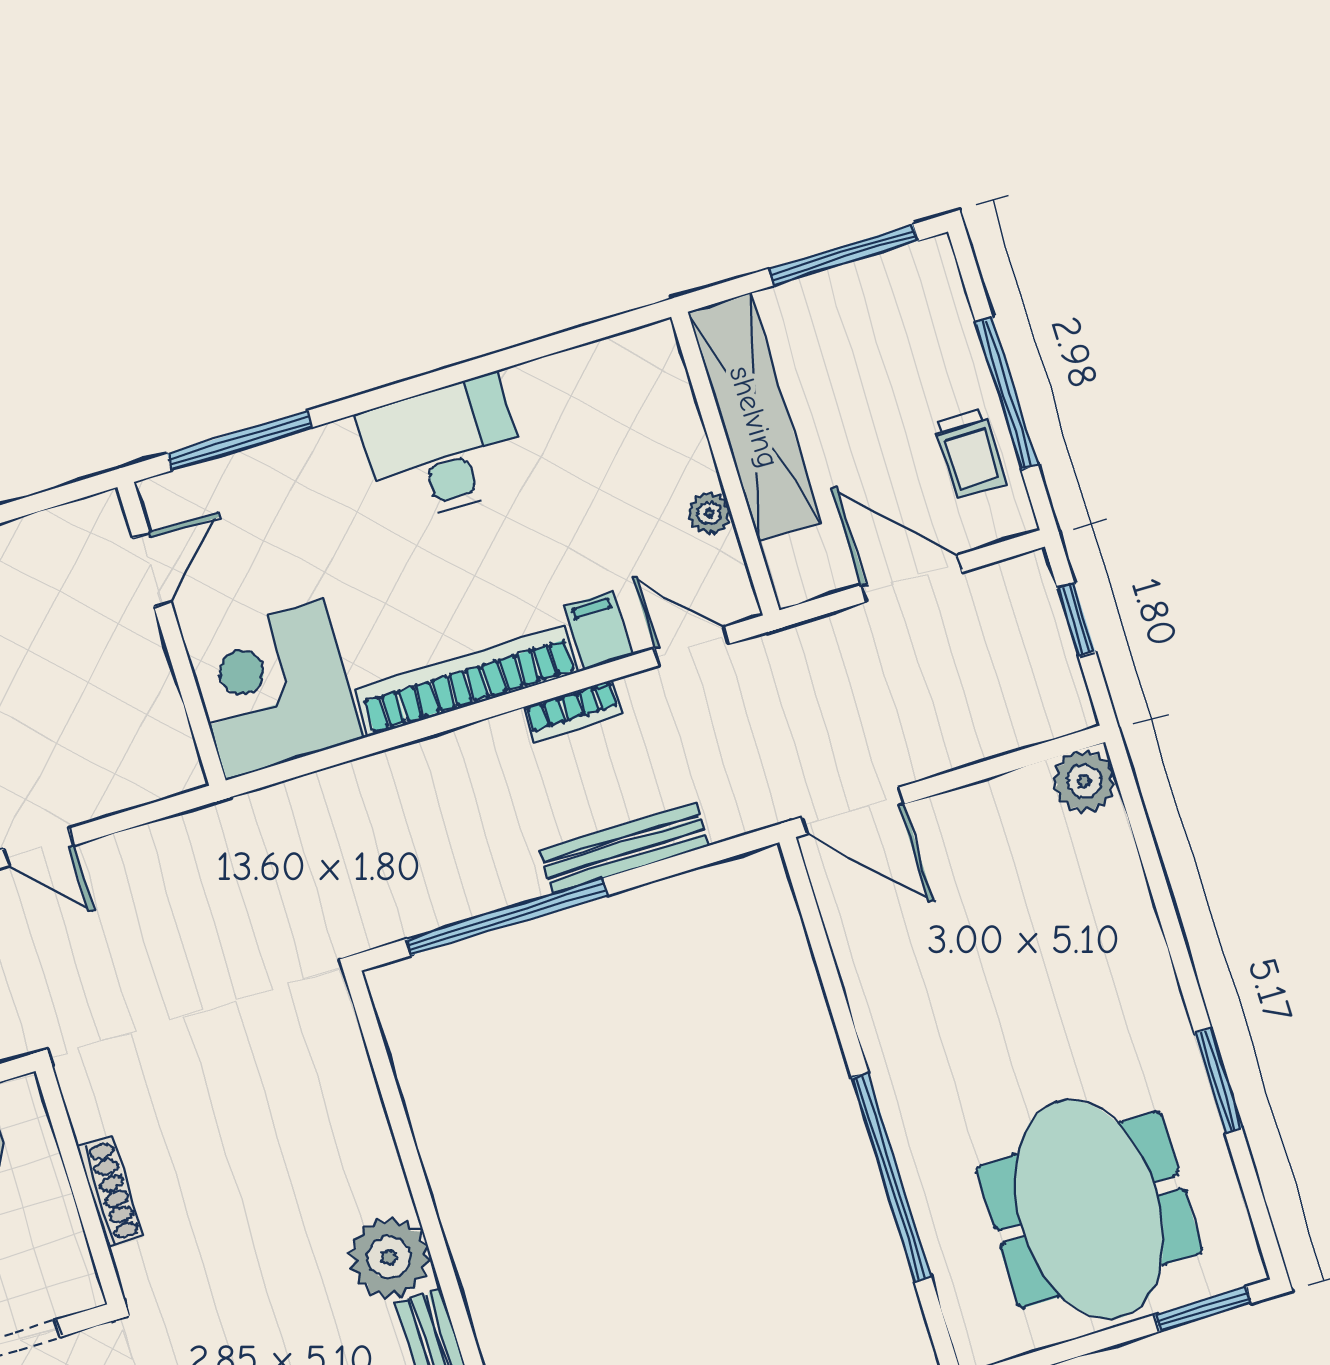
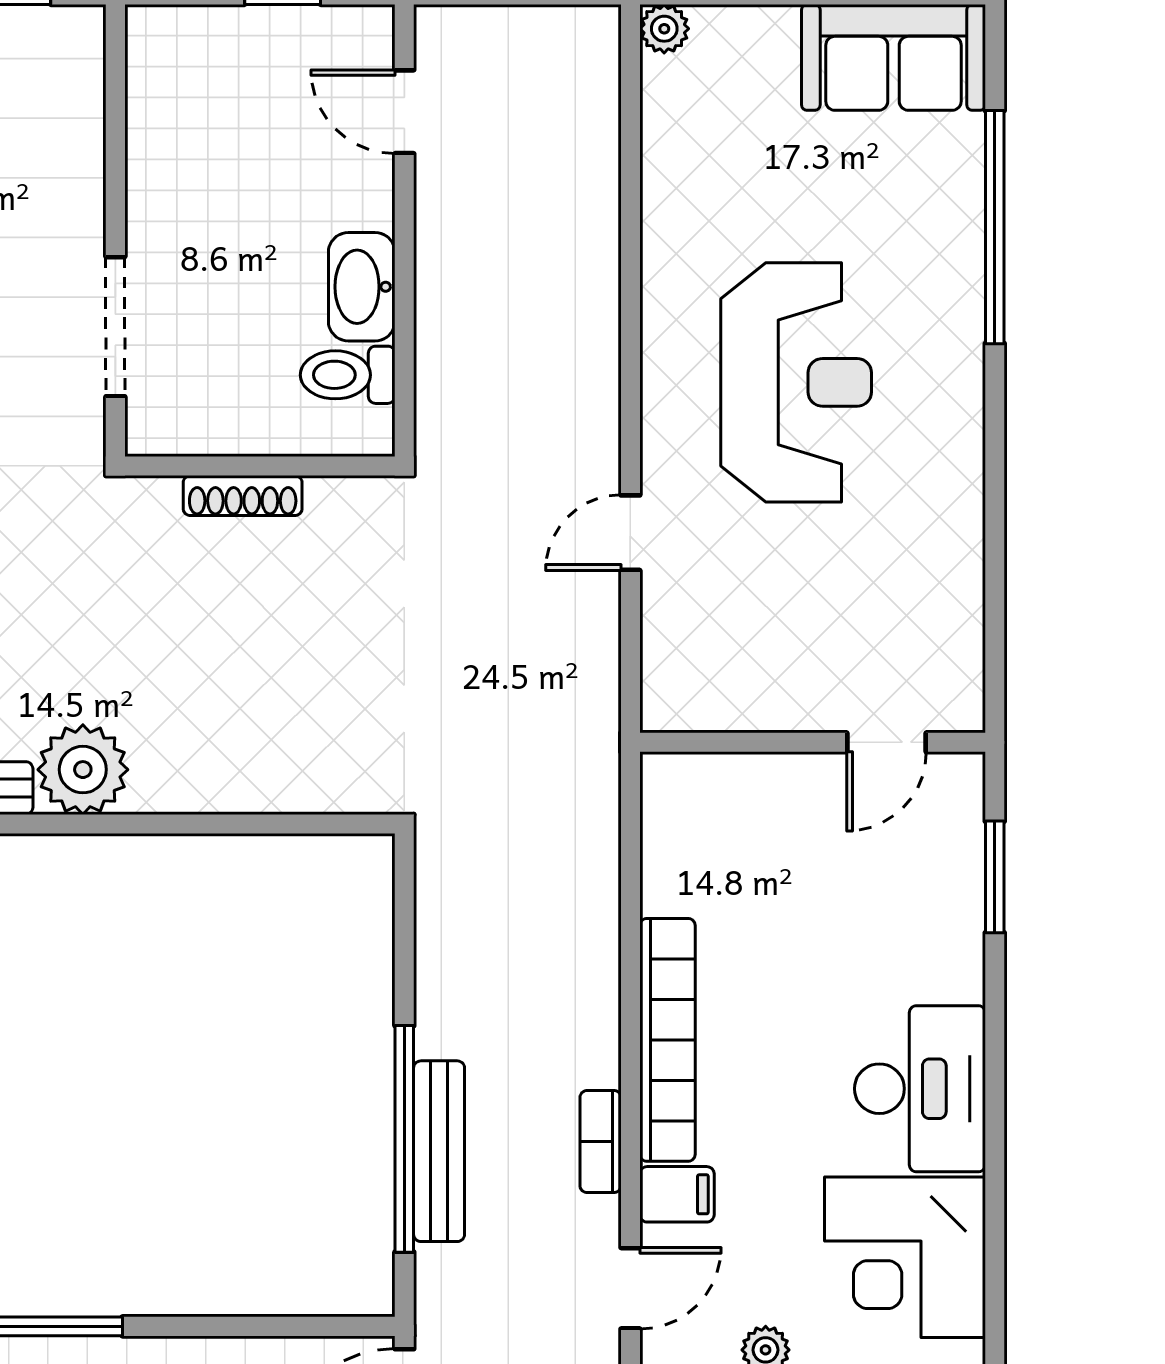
window: (239, 441) -> (995, 877), width x0.69
door: (152, 570) -> (886, 742), hinge flipped
corner desk: (274, 690) -> (905, 1257), moved, turned 180
window: (507, 917) -> (404, 1139), moved

